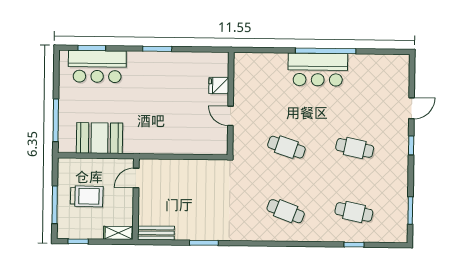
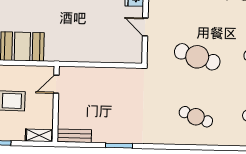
cafe table: (286, 147) -> (197, 57), width x1.37, depth x1.35

